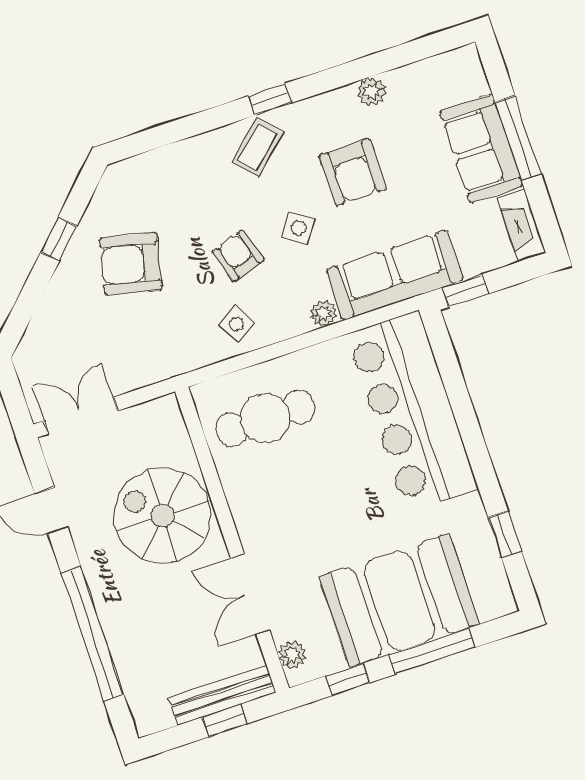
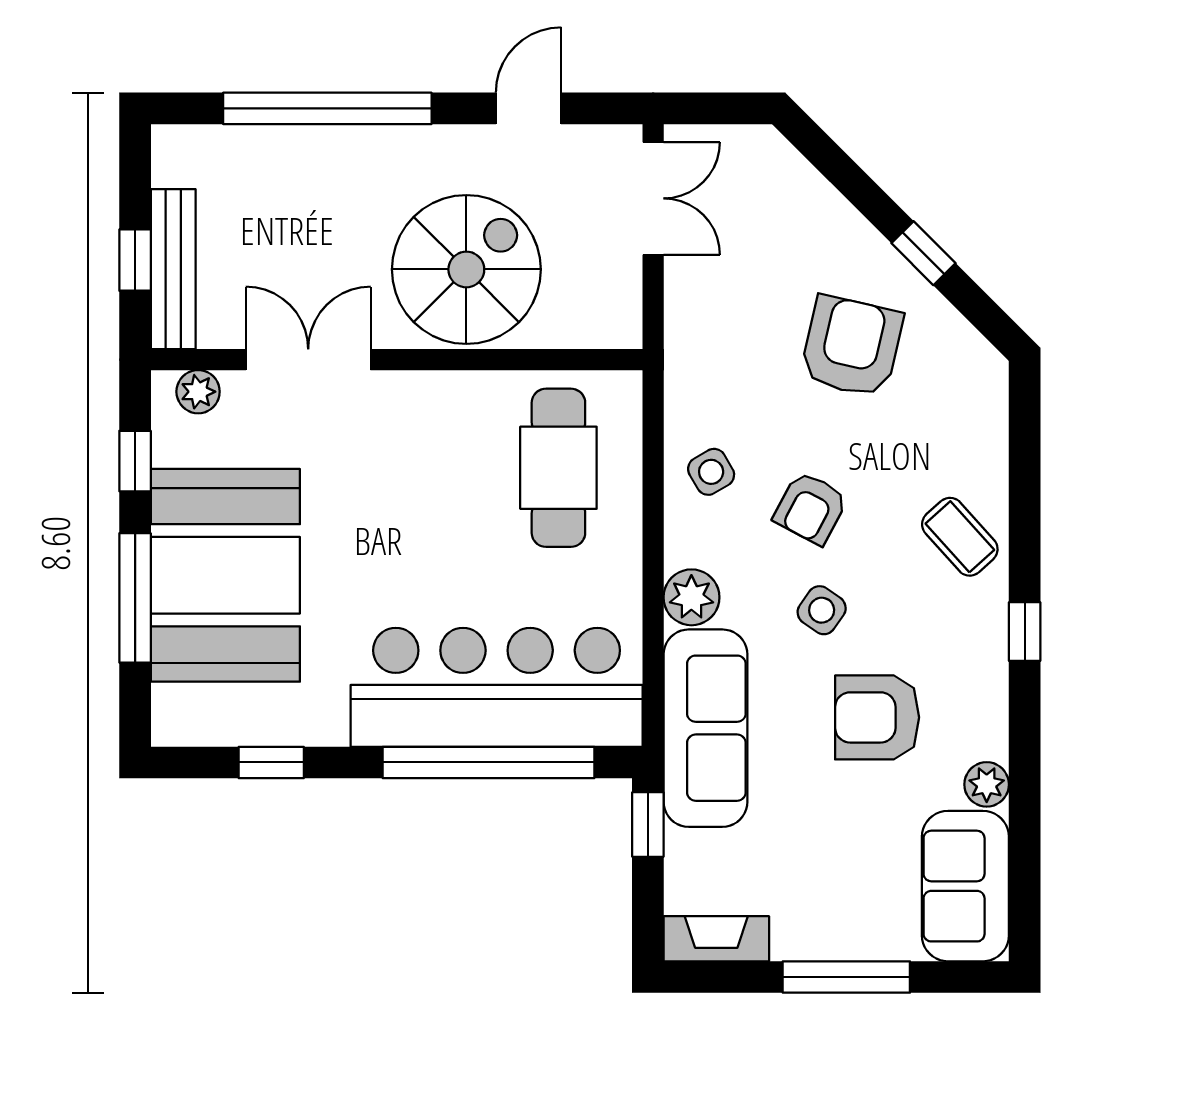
coffee table: (257, 147) -> (960, 537), moved
sofa: (481, 149) -> (965, 886), moved, turned -90
armchair: (238, 256) -> (811, 508), turned 136
plant: (324, 314) -> (691, 597), width x1.38, depth x1.38
window: (460, 401) -> (488, 762), added

